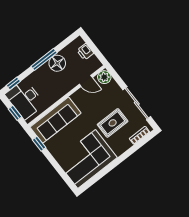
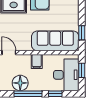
window: (13, 83) -> (55, 94), moved
filing cabinet: (57, 91) -> (37, 61), added

